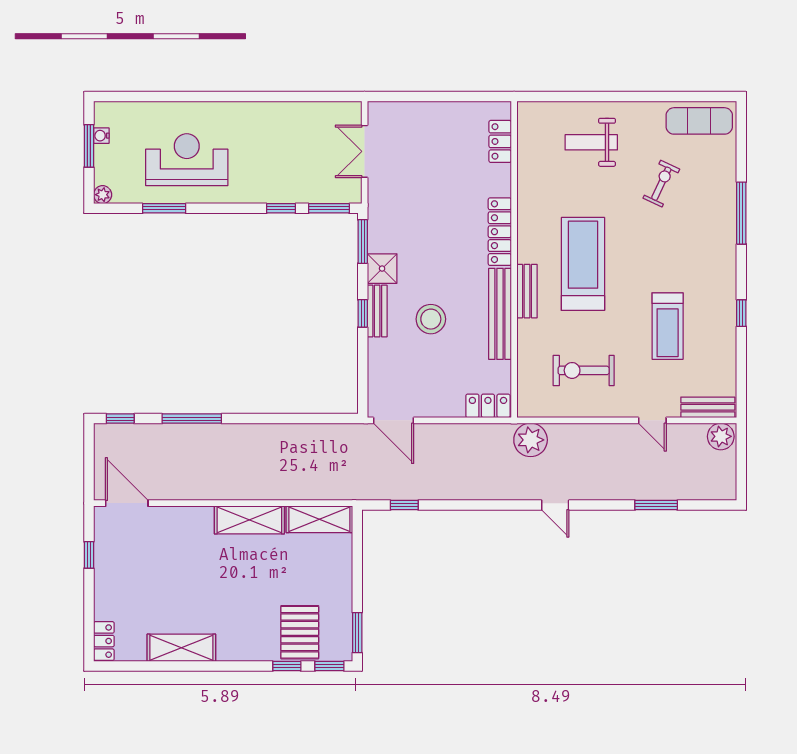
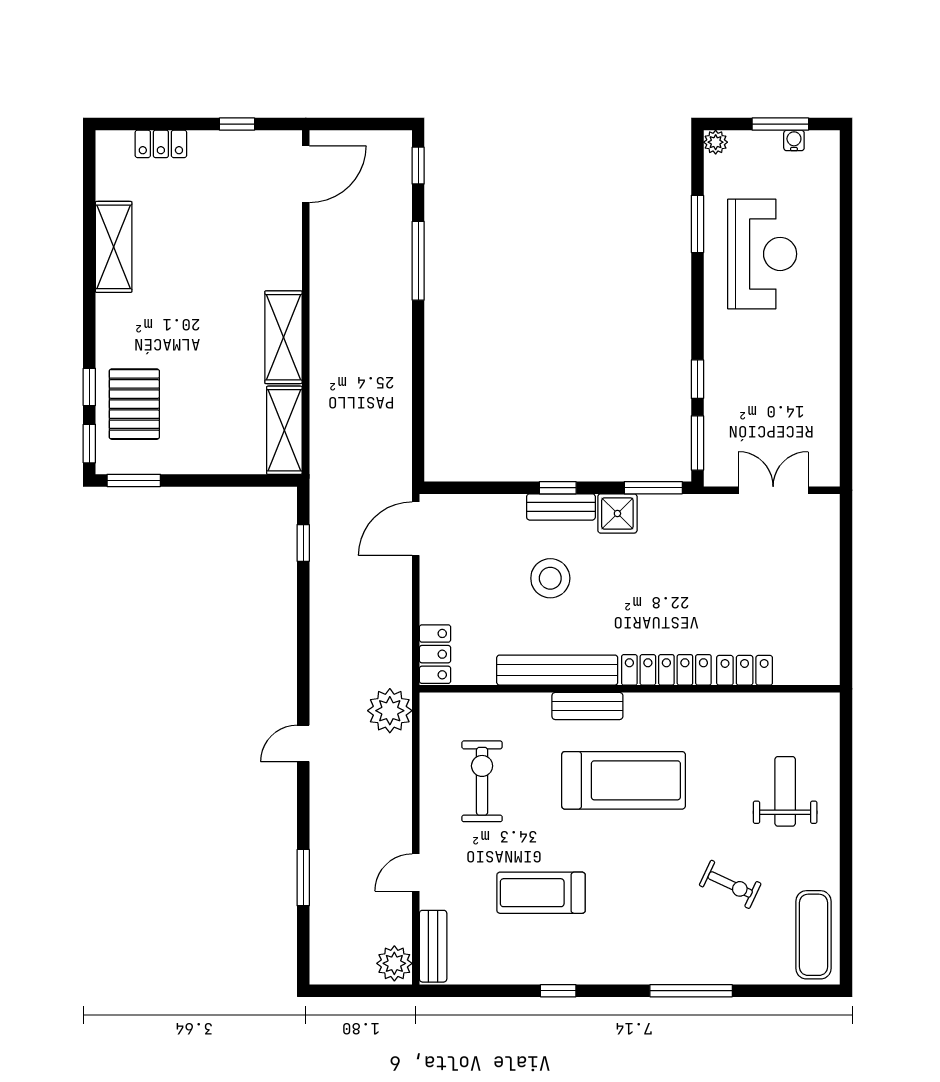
locker: (500, 141) -> (745, 670), moved
pallet: (300, 632) -> (134, 404), turned 90
locker: (104, 641) -> (161, 144), moved

